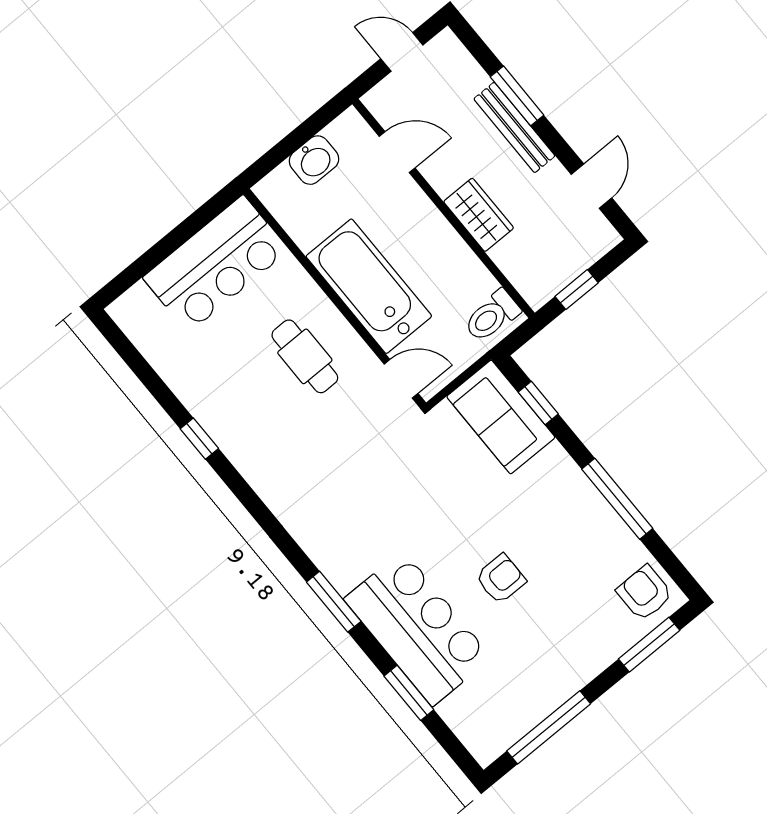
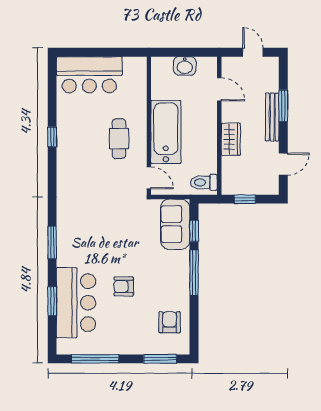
bar counter: (216, 264) -> (89, 75), moved
window: (617, 499) -> (194, 273), moved
armchair: (501, 579) -> (124, 286), turned 180
armchair: (645, 593) -> (170, 322), moved
bar counter: (418, 628) -> (76, 303), moved

